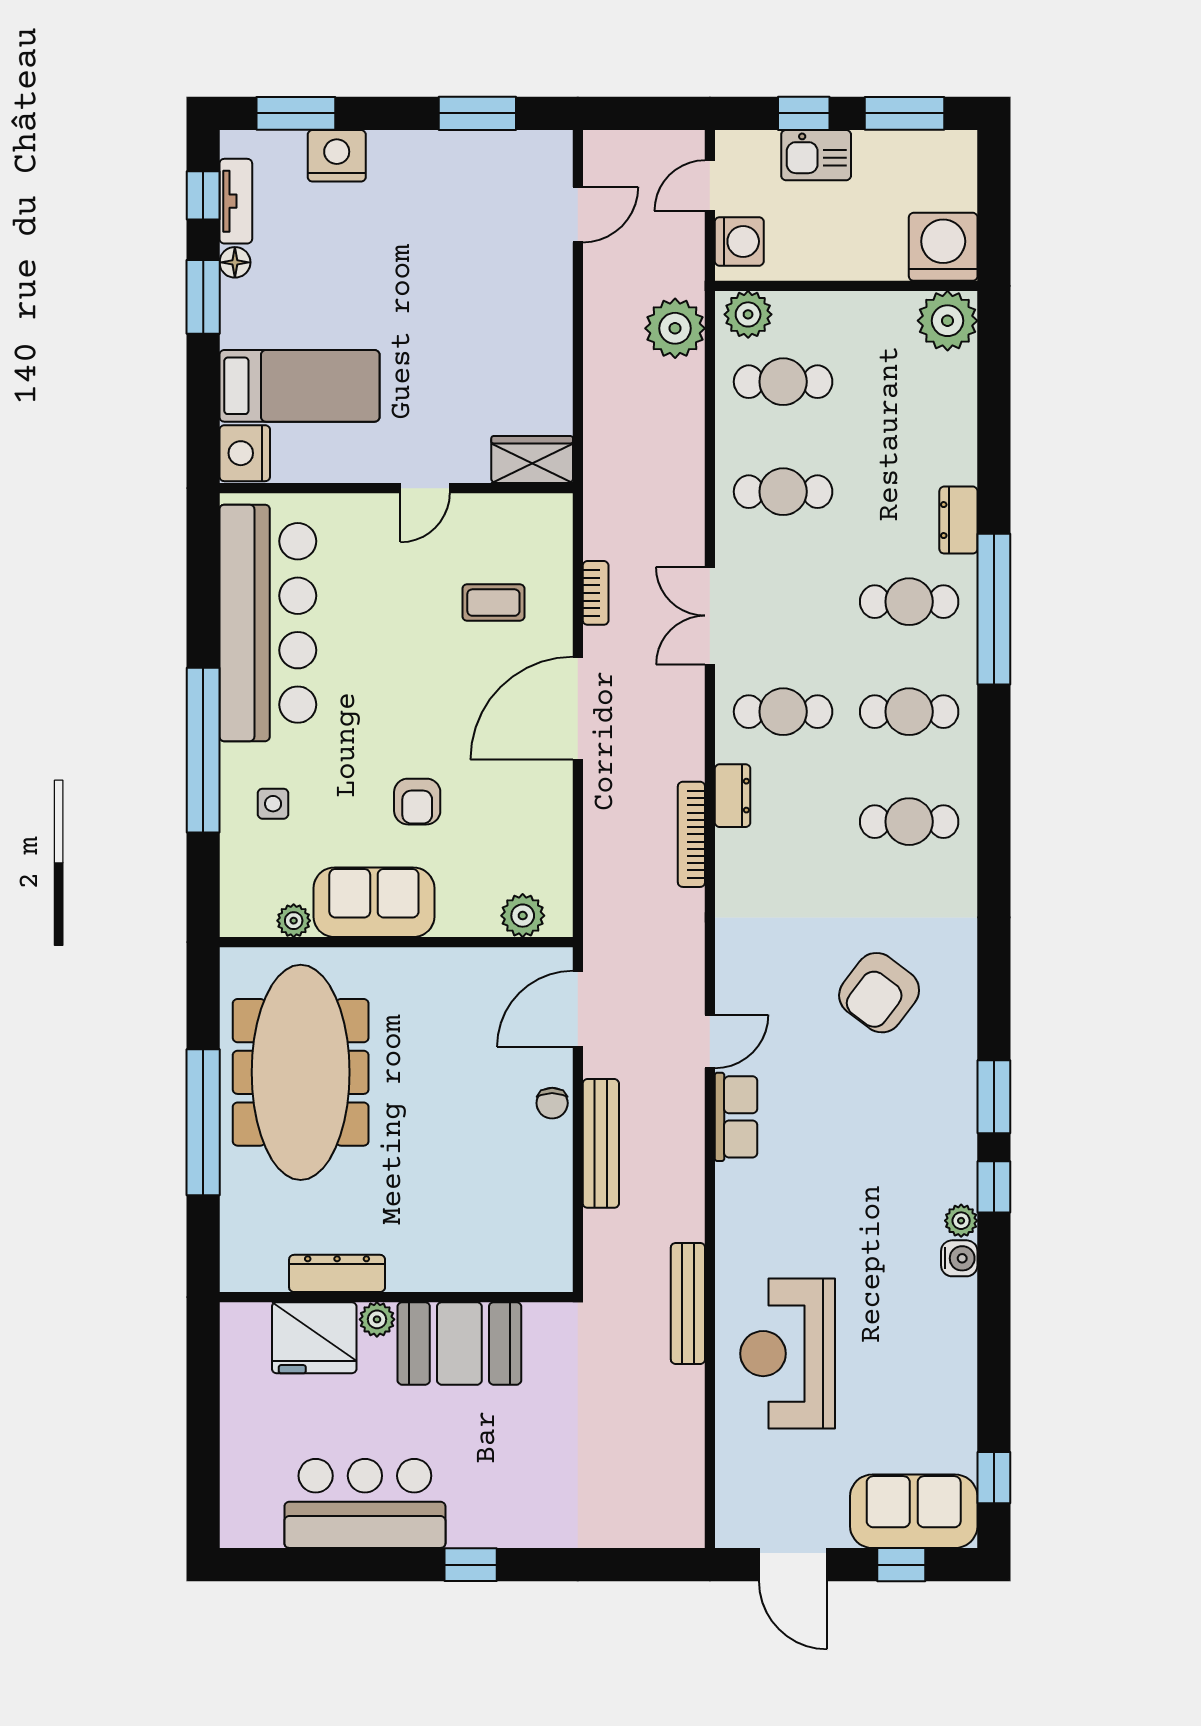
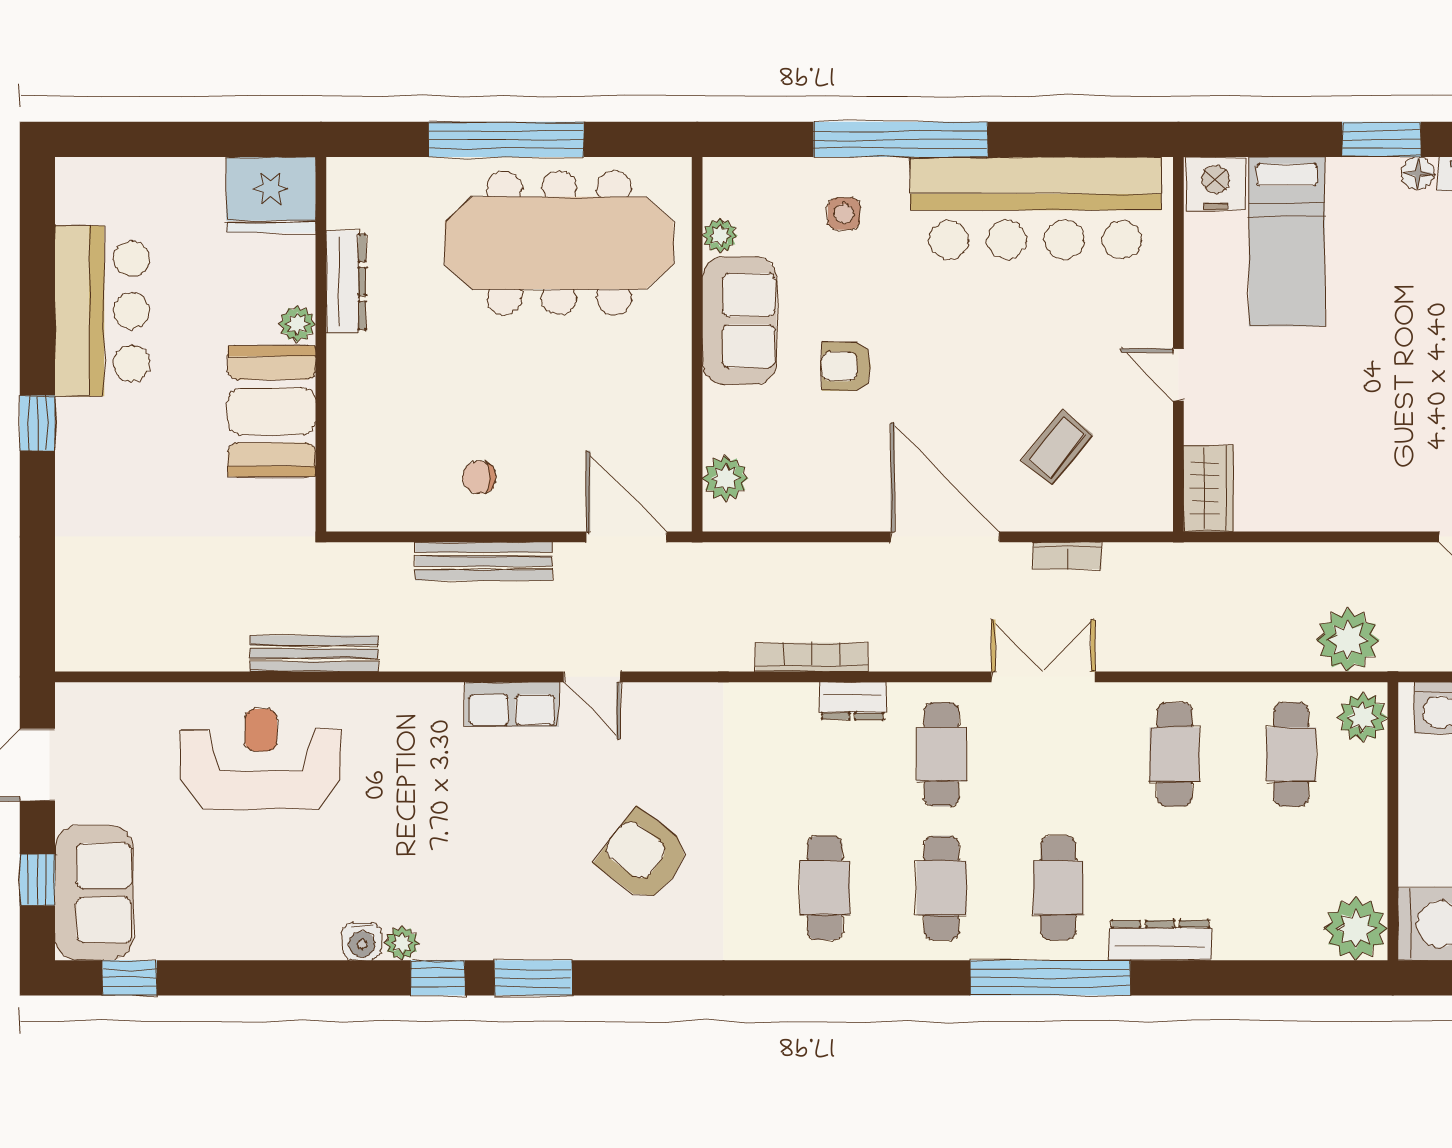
dresser: (958, 520) -> (1160, 940), width x1.44
coffee table: (493, 603) -> (1057, 447), turned 39
chair: (552, 1103) -> (479, 477), moved
fridge: (314, 1338) -> (271, 195), moved, turned -90

